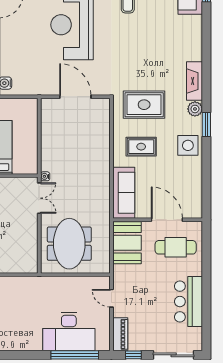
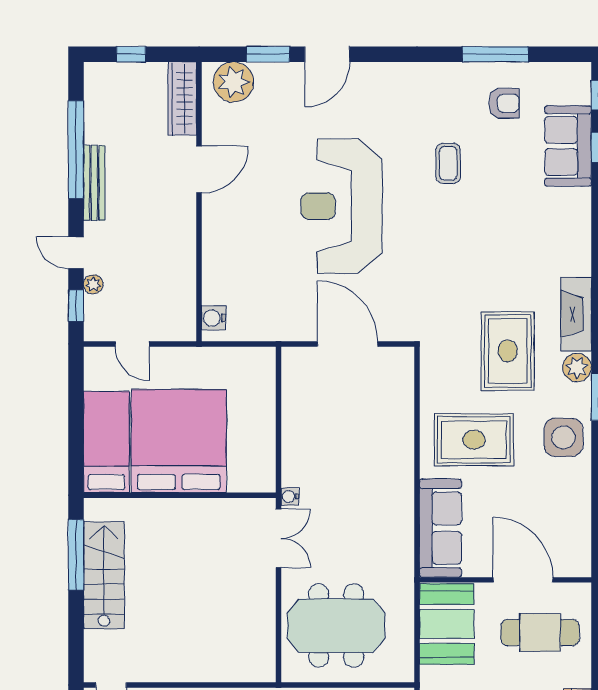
rug: (144, 105) -> (508, 351), moved, turned 90
rug: (141, 147) -> (474, 440), width x1.36, depth x1.43
meeting table: (69, 244) -> (336, 626), turned 90

